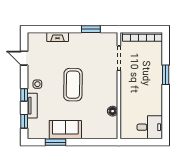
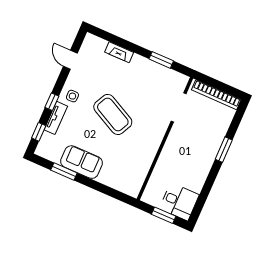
coffee table: (73, 85) -> (113, 114), turned -64
floor lamp: (113, 111) -> (145, 165), removed
window: (143, 142) -> (164, 215), added

